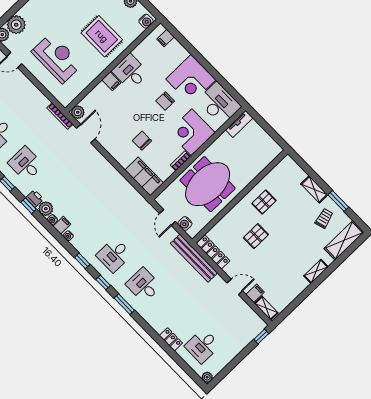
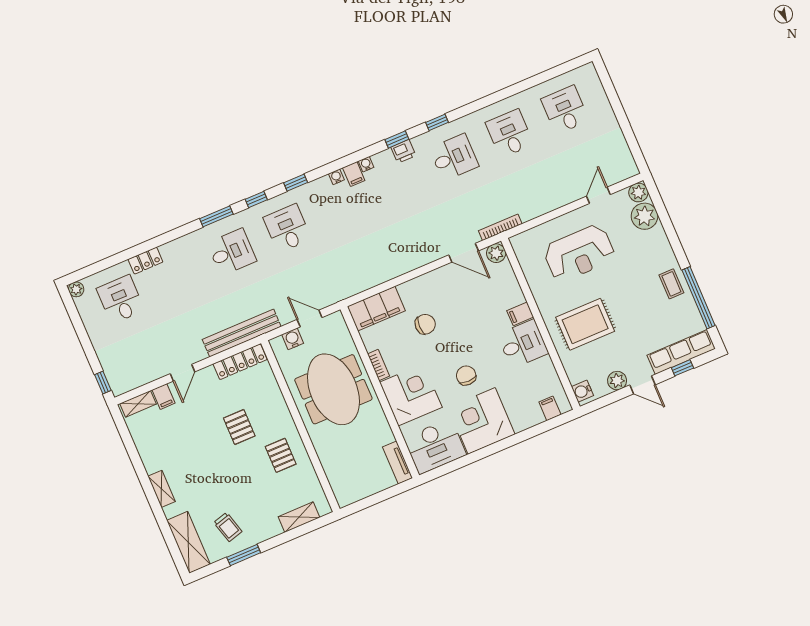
shelving: (314, 189) -> (299, 517), moved
plant: (46, 209) -> (384, 161), removed

